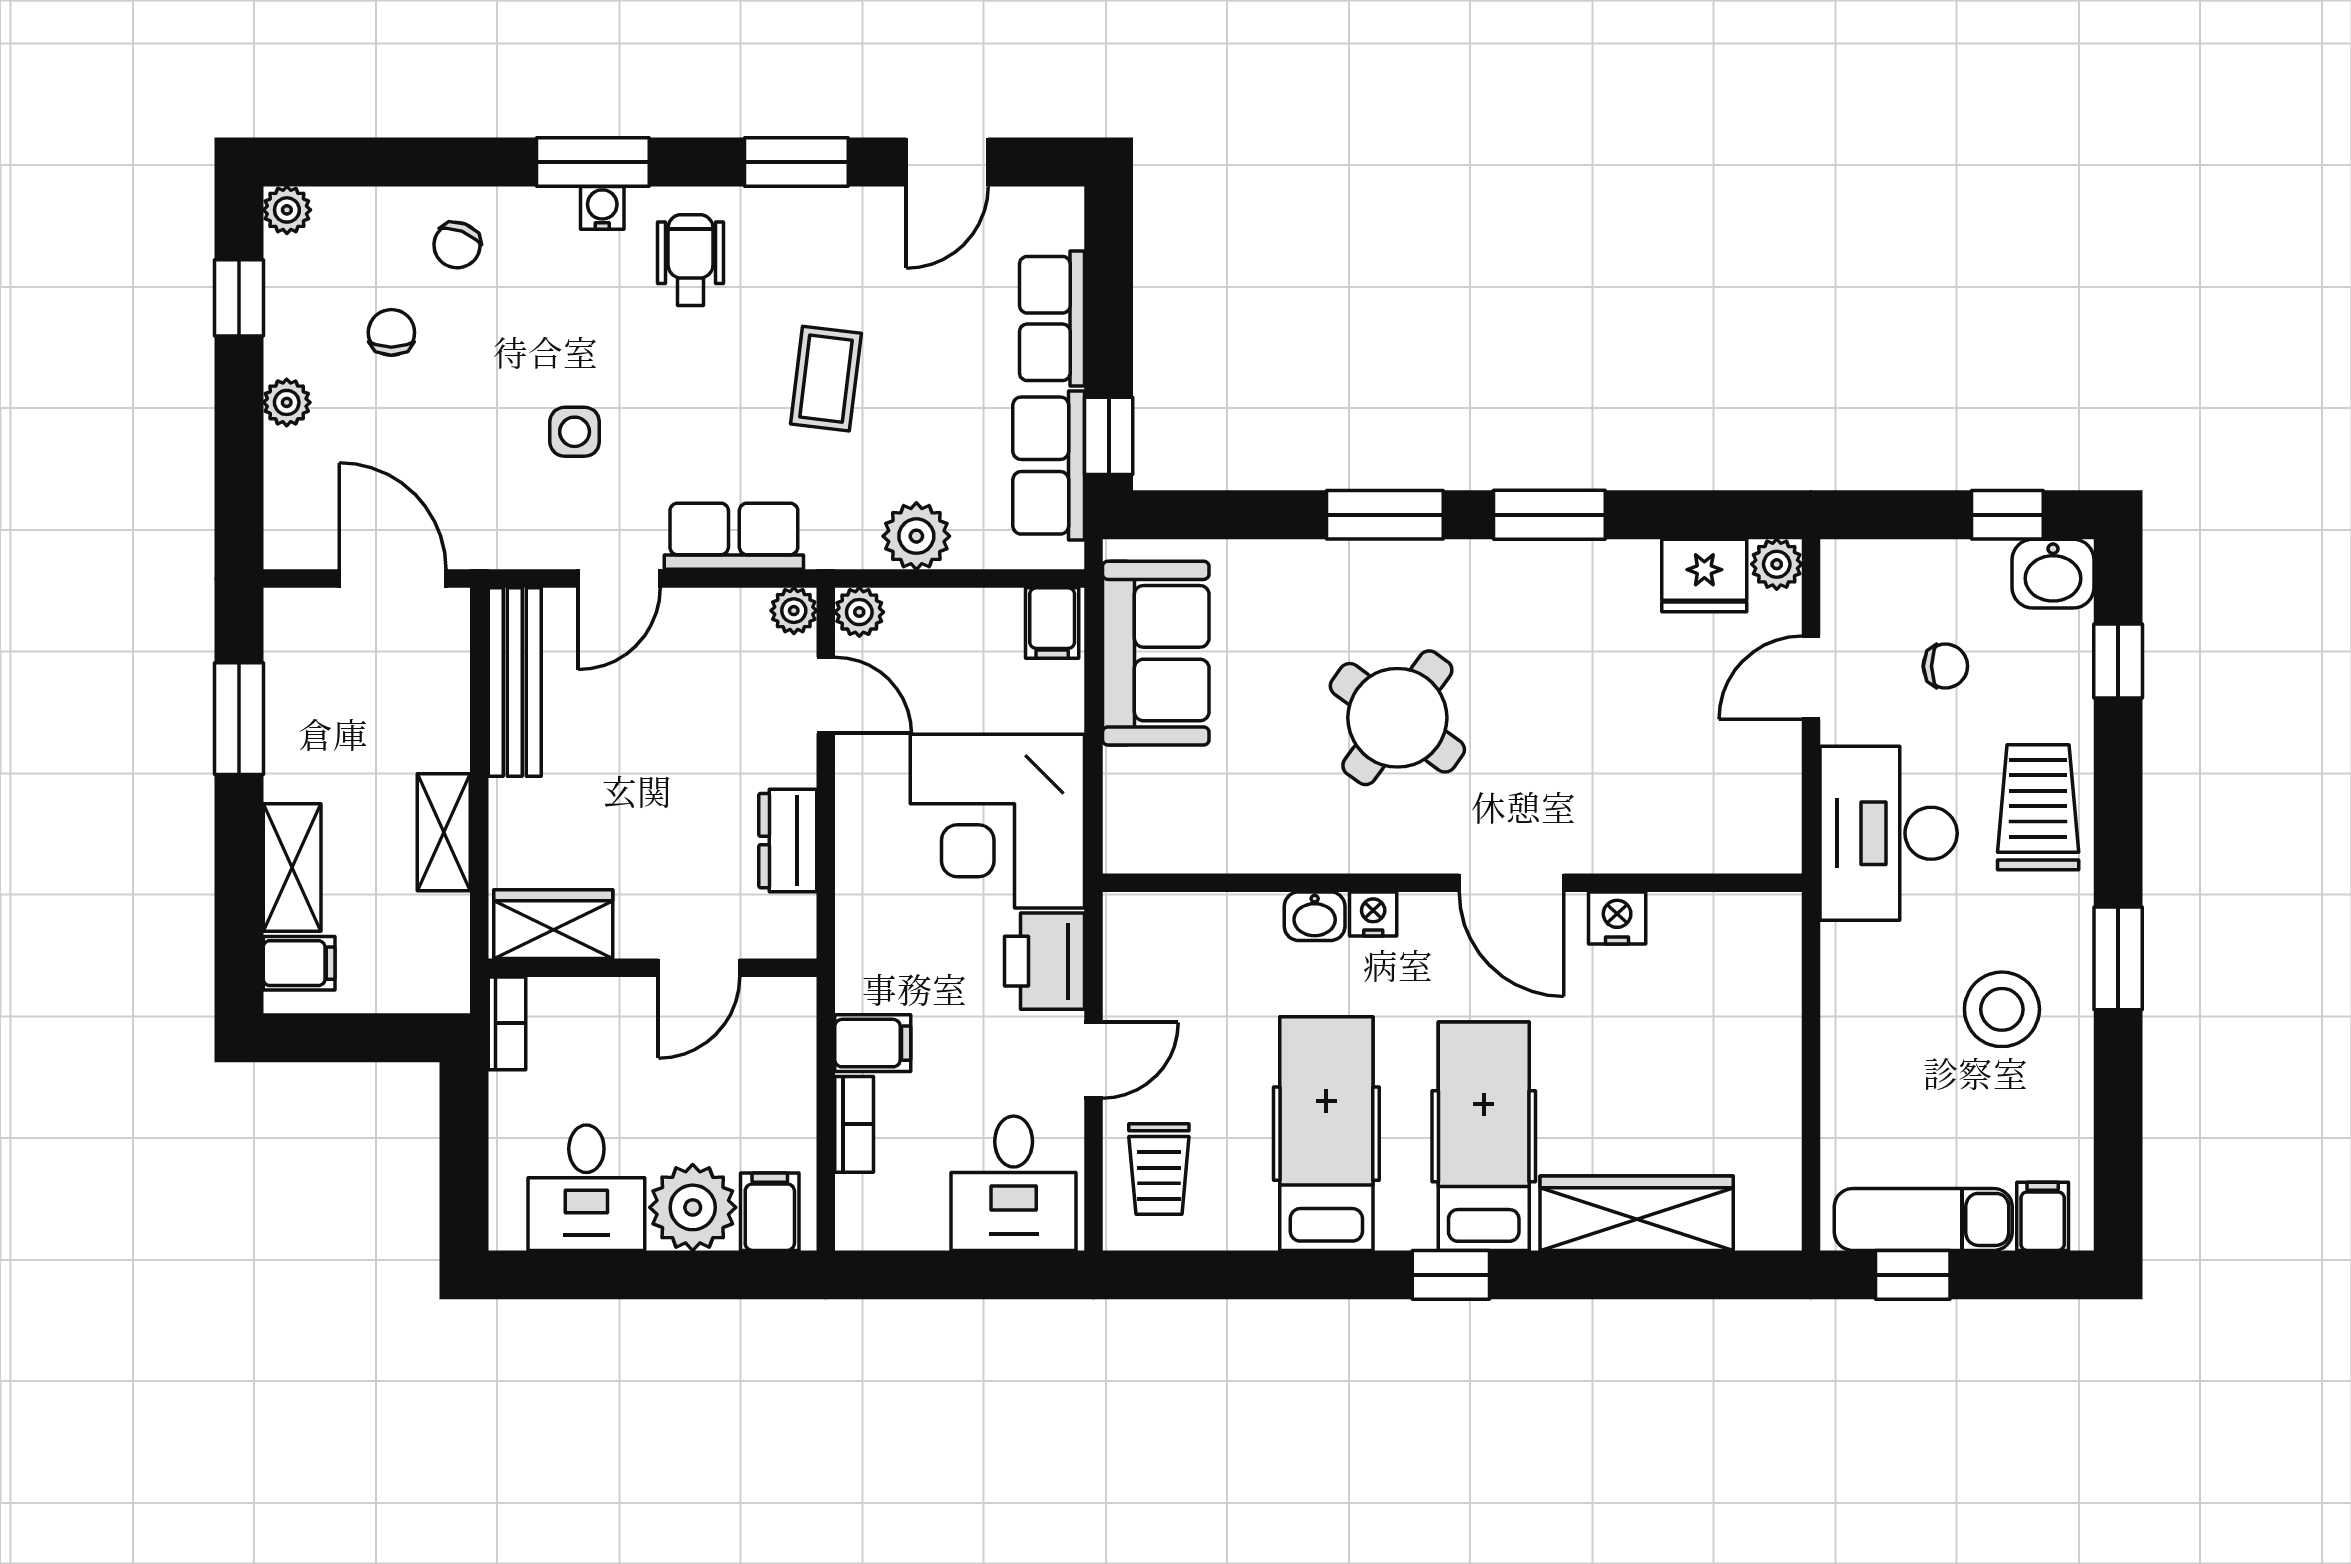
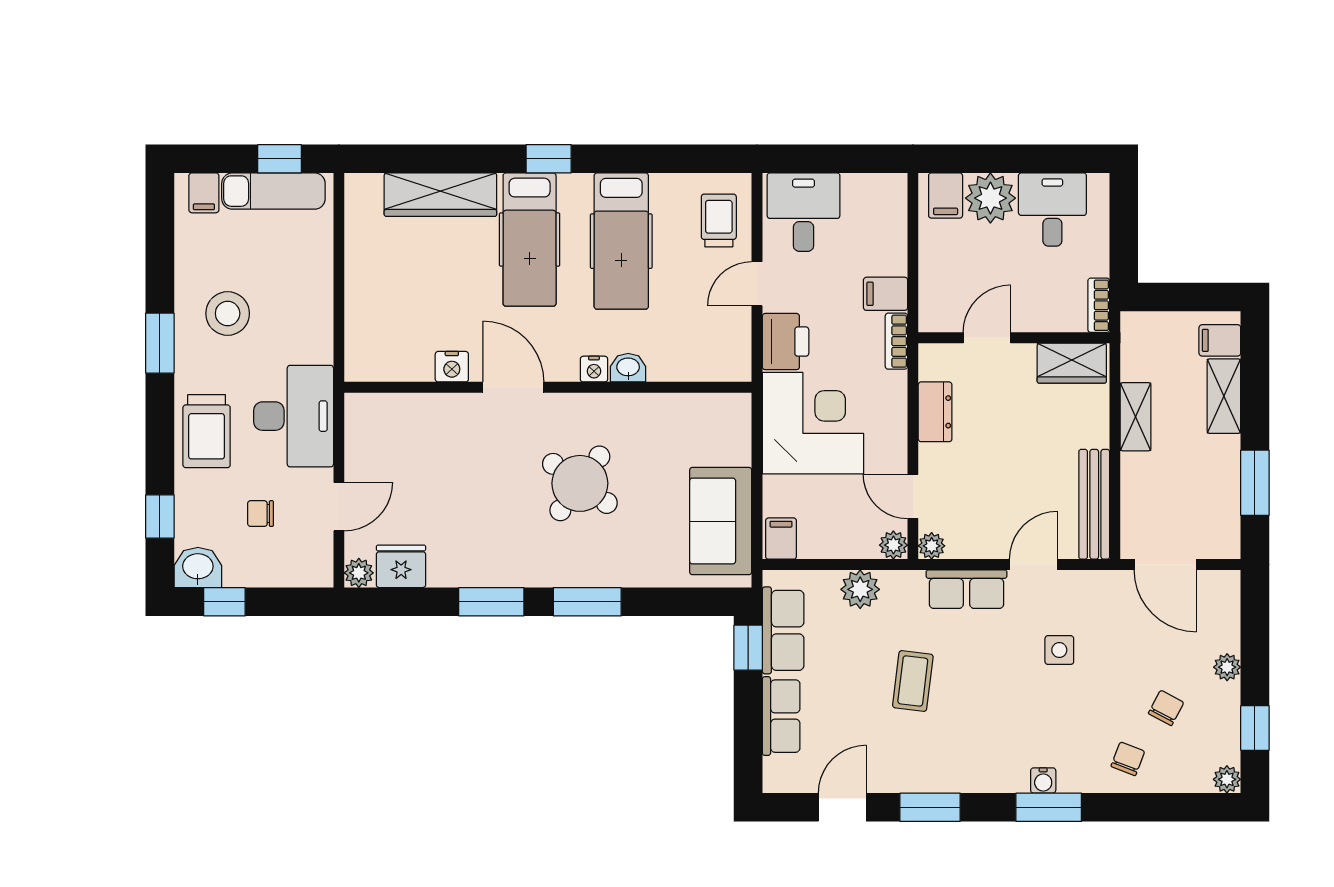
wheelchair: (691, 260) -> (992, 750), removed
chair: (391, 332) -> (1166, 708), turned -152
bookcase: (854, 1124) -> (896, 341), moved

